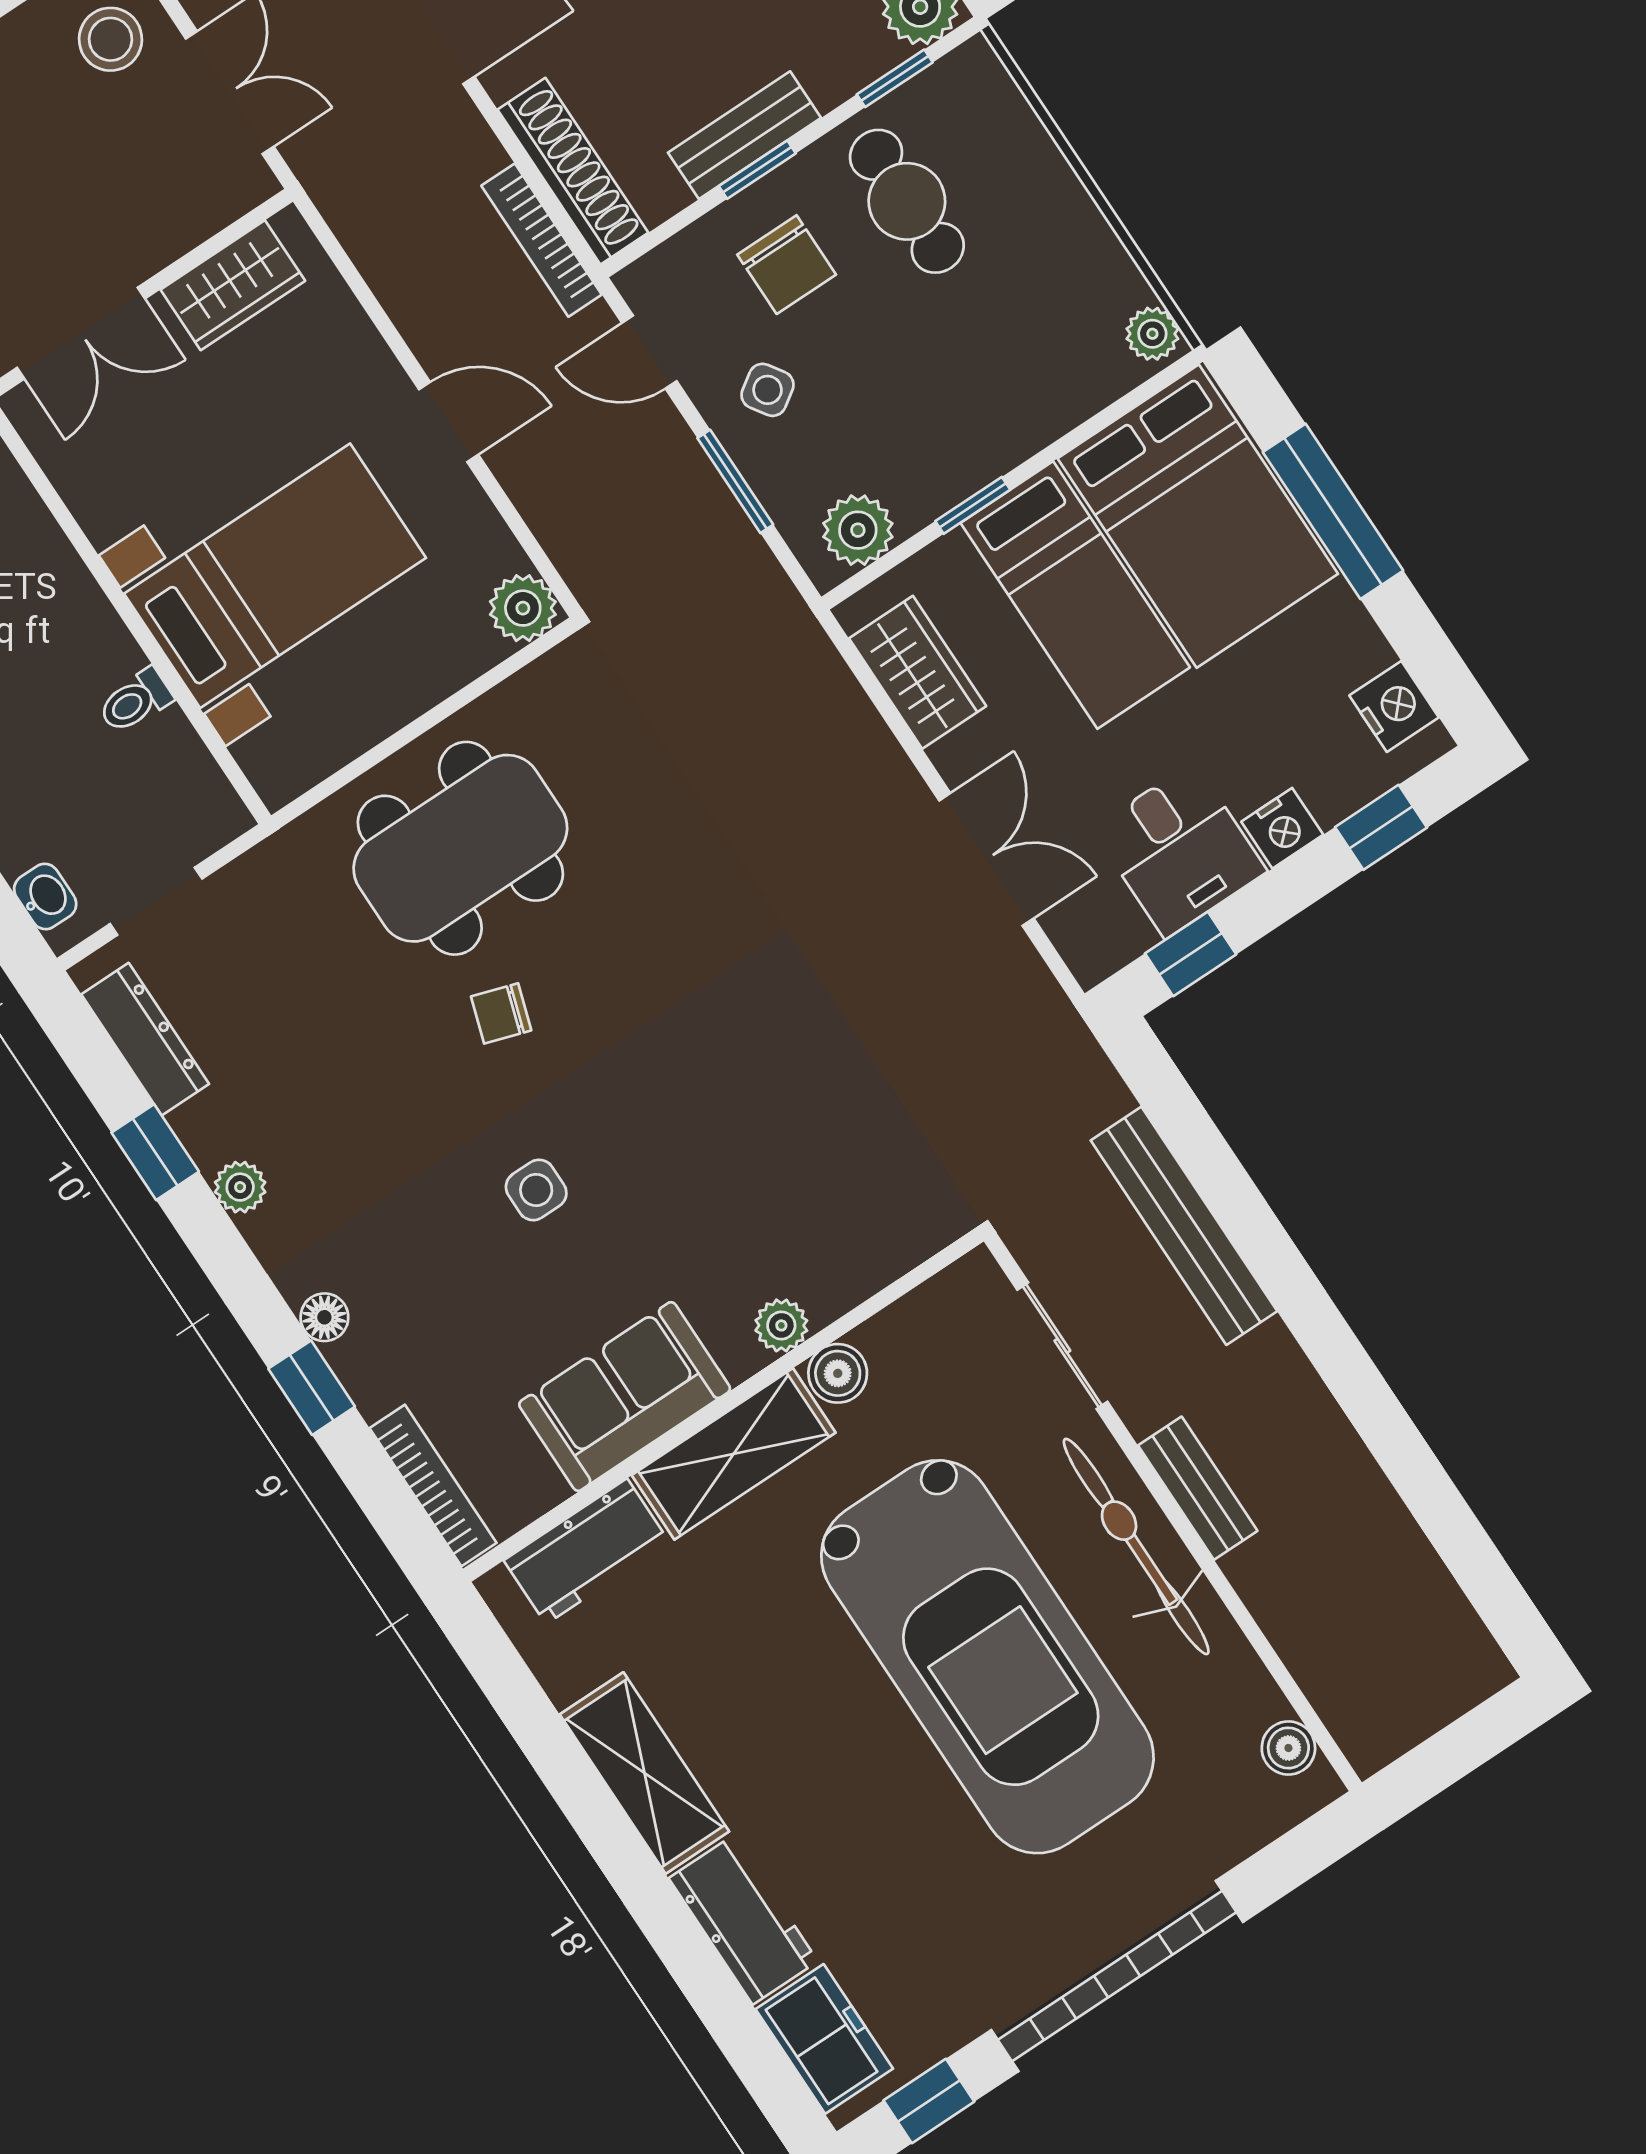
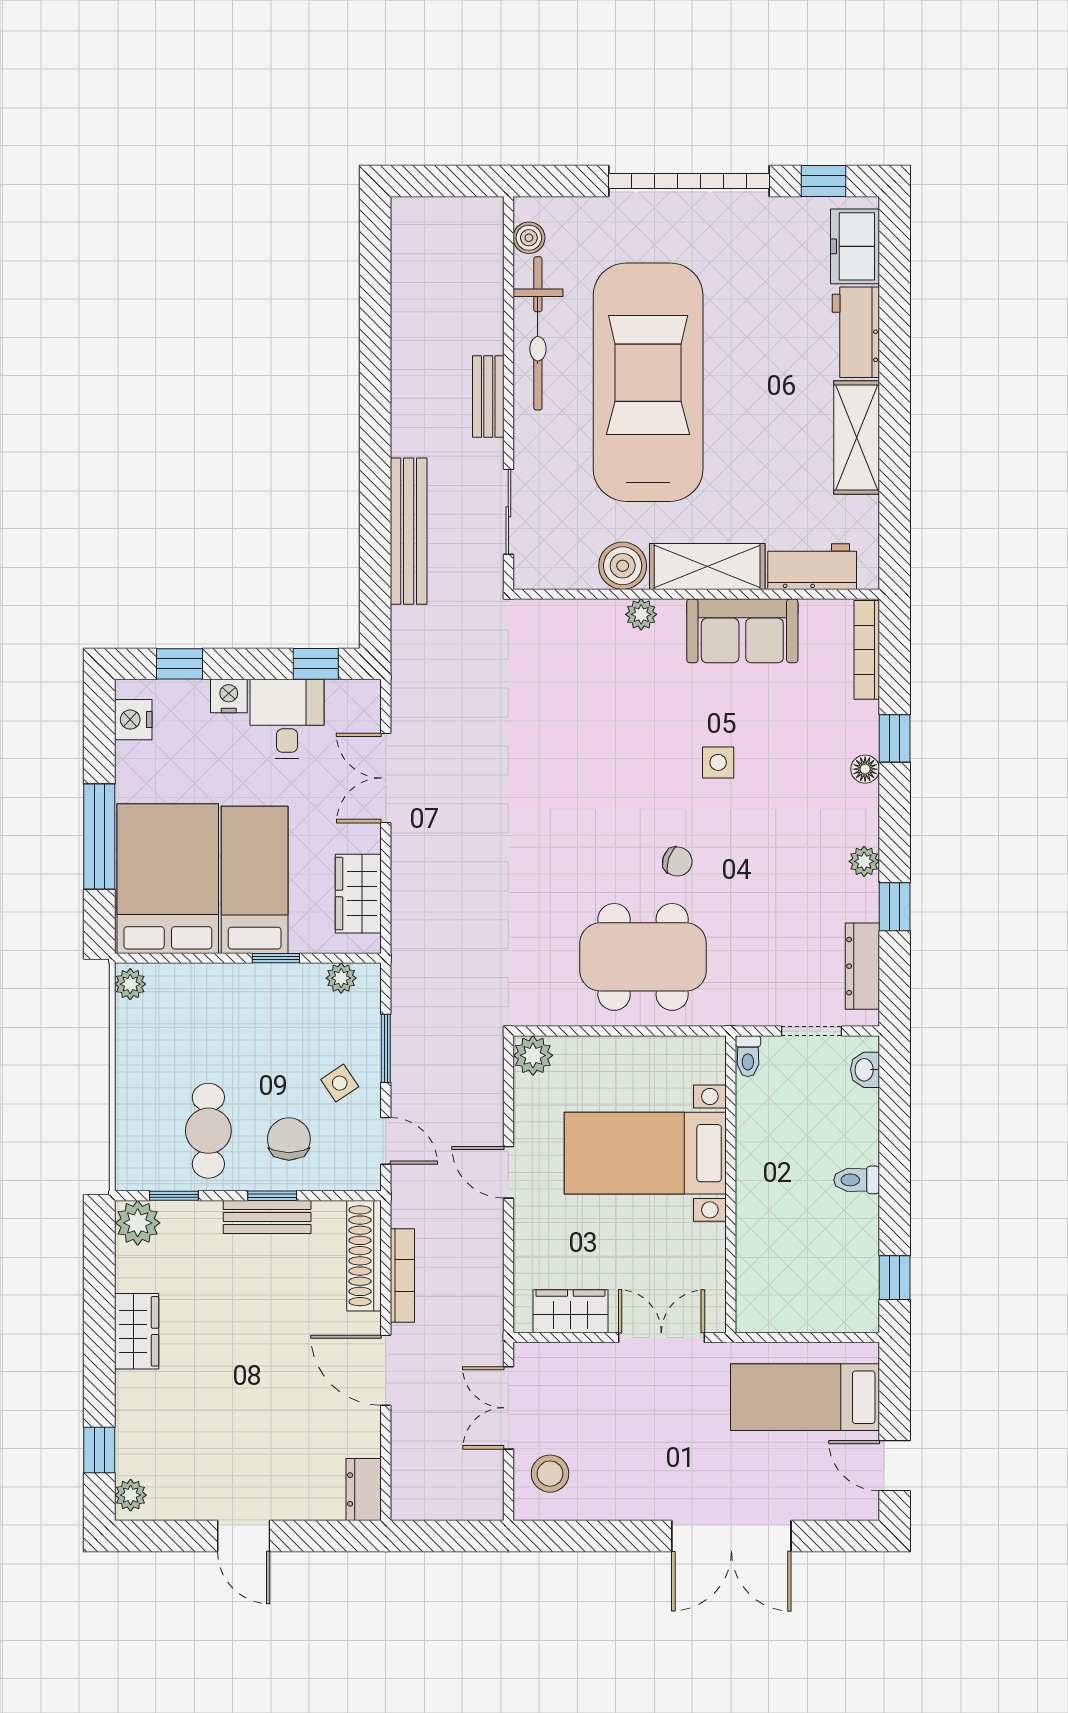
bookcase: (542, 240) -> (402, 1275), moved
plant: (858, 530) -> (341, 978), width x0.73, depth x0.73
toilet: (135, 701) -> (748, 1056), moved, turned 90
boiler: (838, 1373) -> (623, 566), width x1.36, depth x1.36
bicycle: (1136, 1546) -> (538, 333), moved

